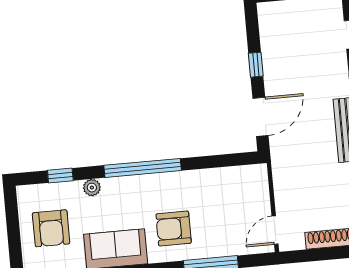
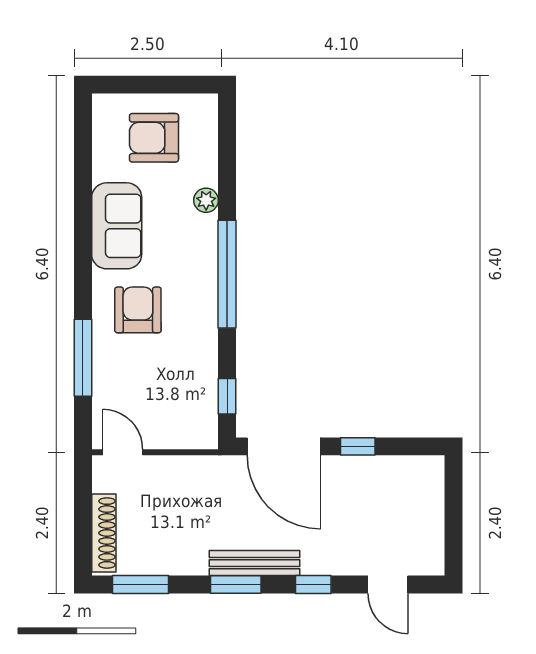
door: (261, 117) -> (284, 446), width x1.36
window: (60, 175) -> (227, 396), moved

